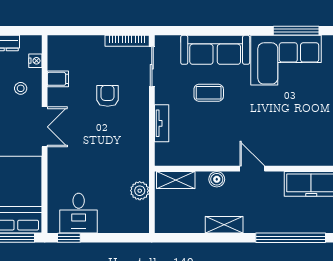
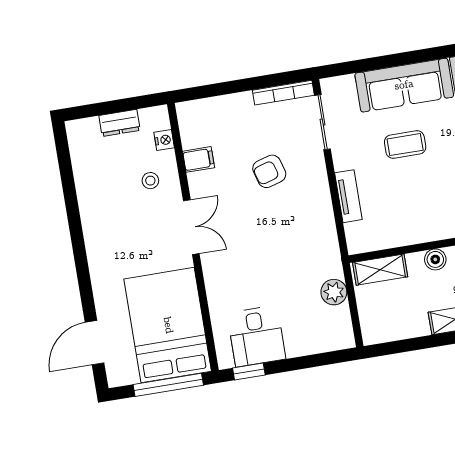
armchair: (108, 96) -> (269, 171), turned -106

